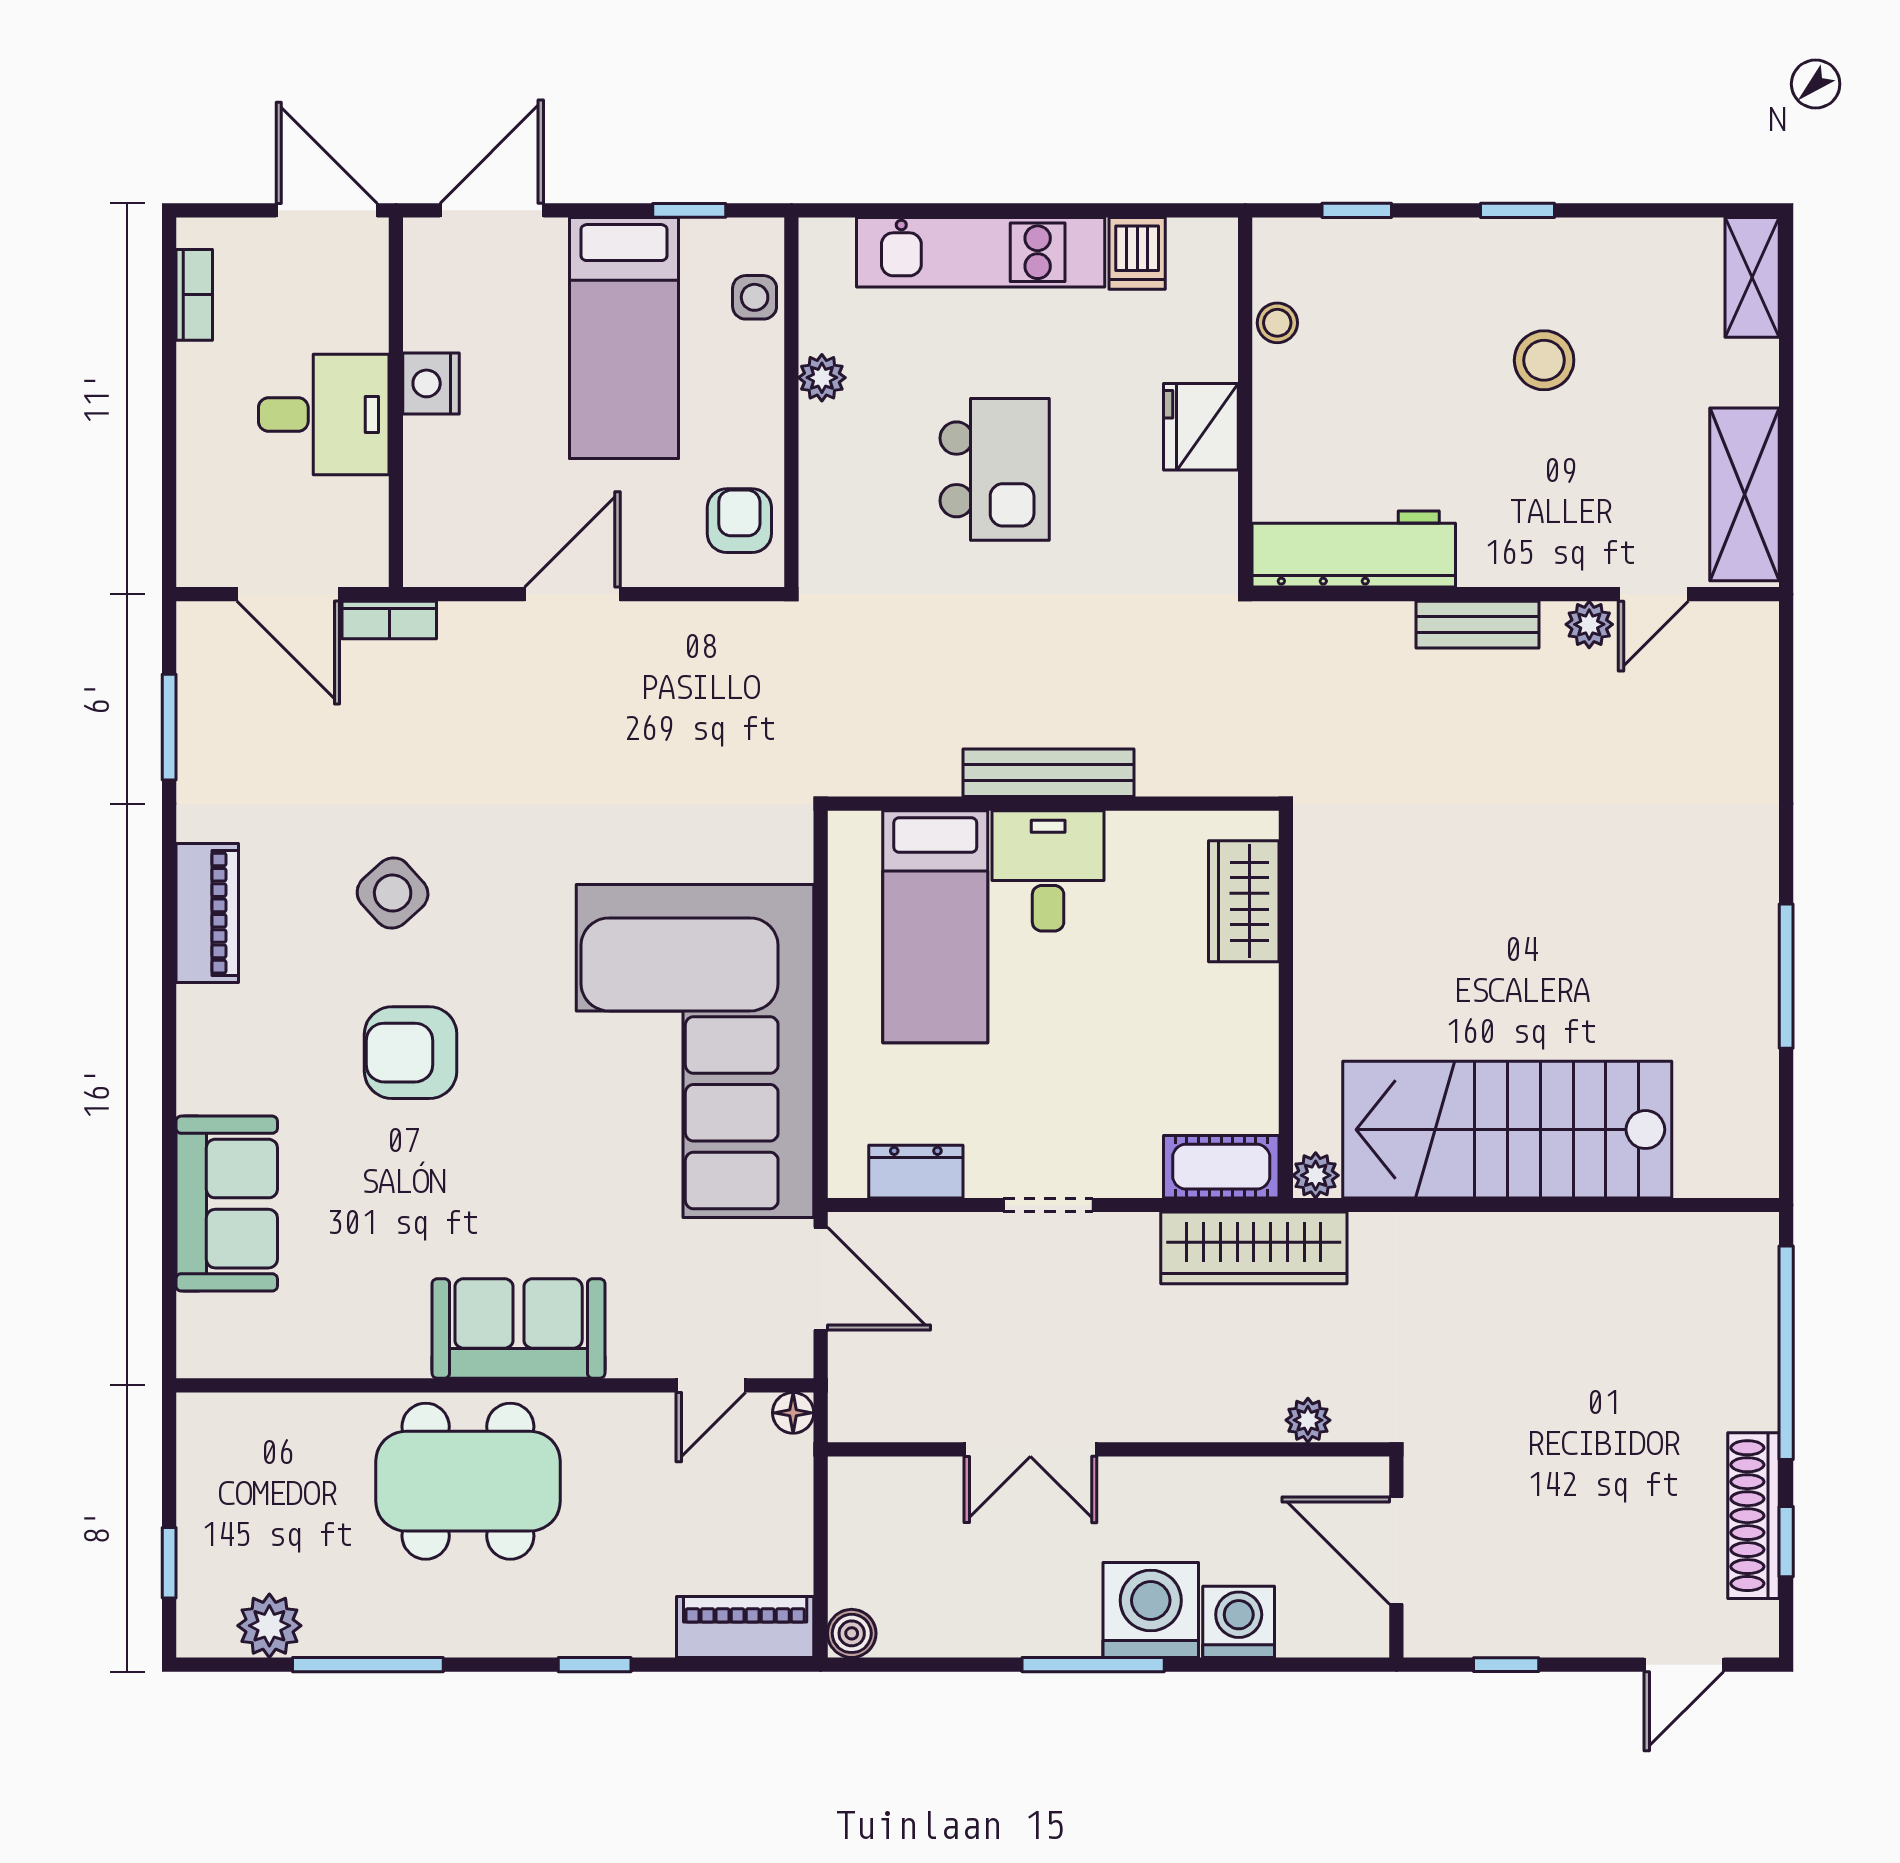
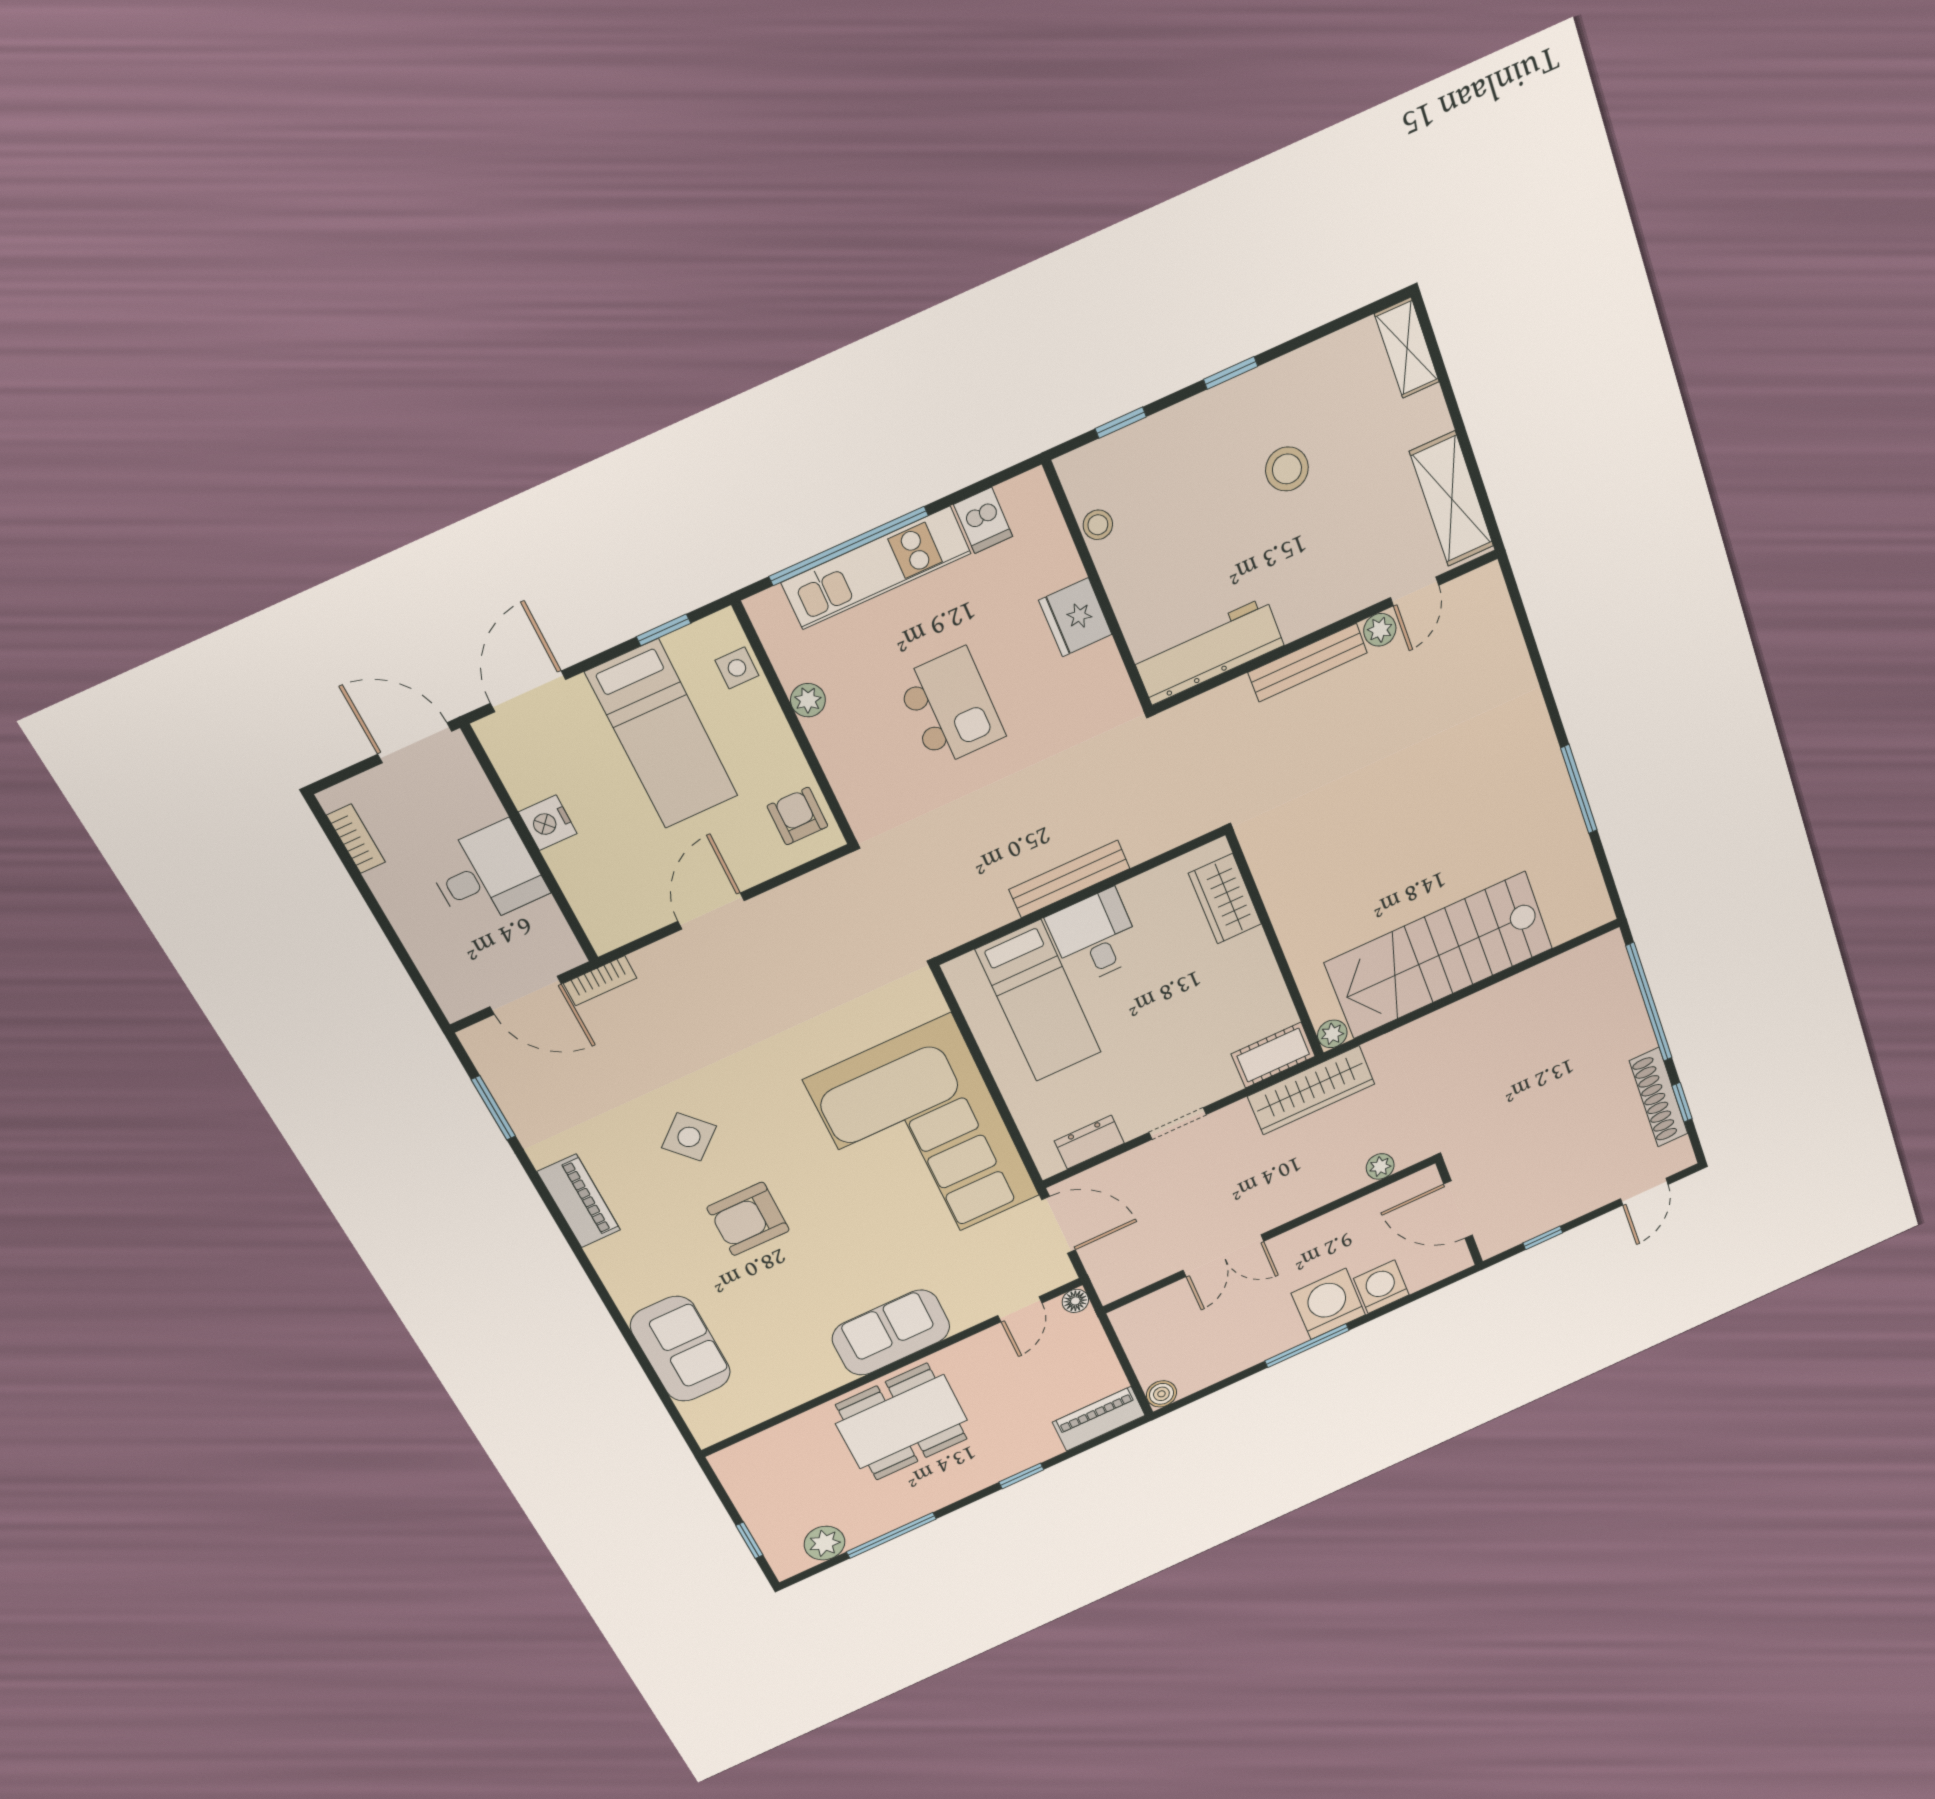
window: (959, 210) -> (849, 546), added
bench: (1478, 625) -> (1308, 663), width x1.36

